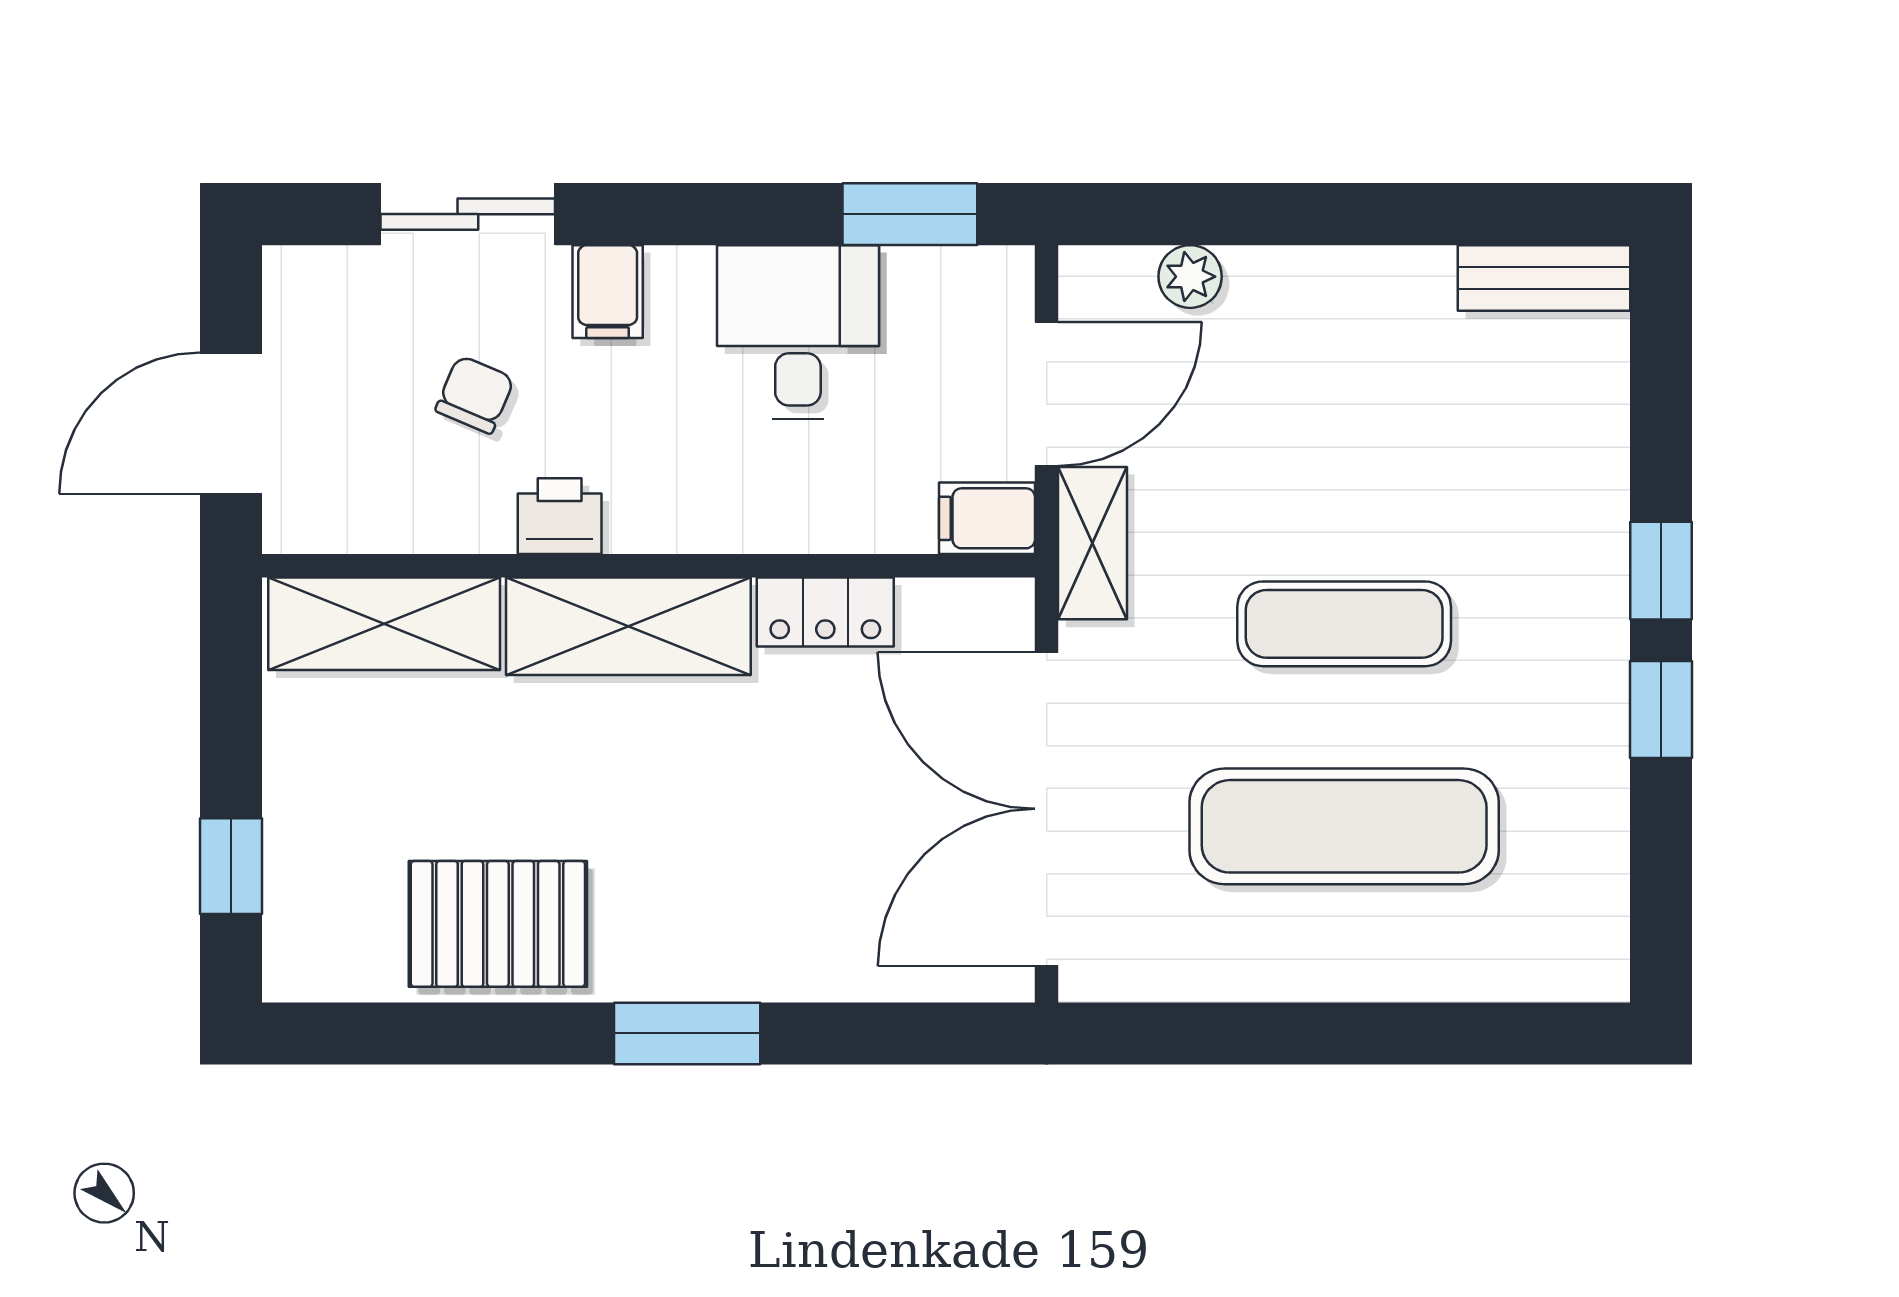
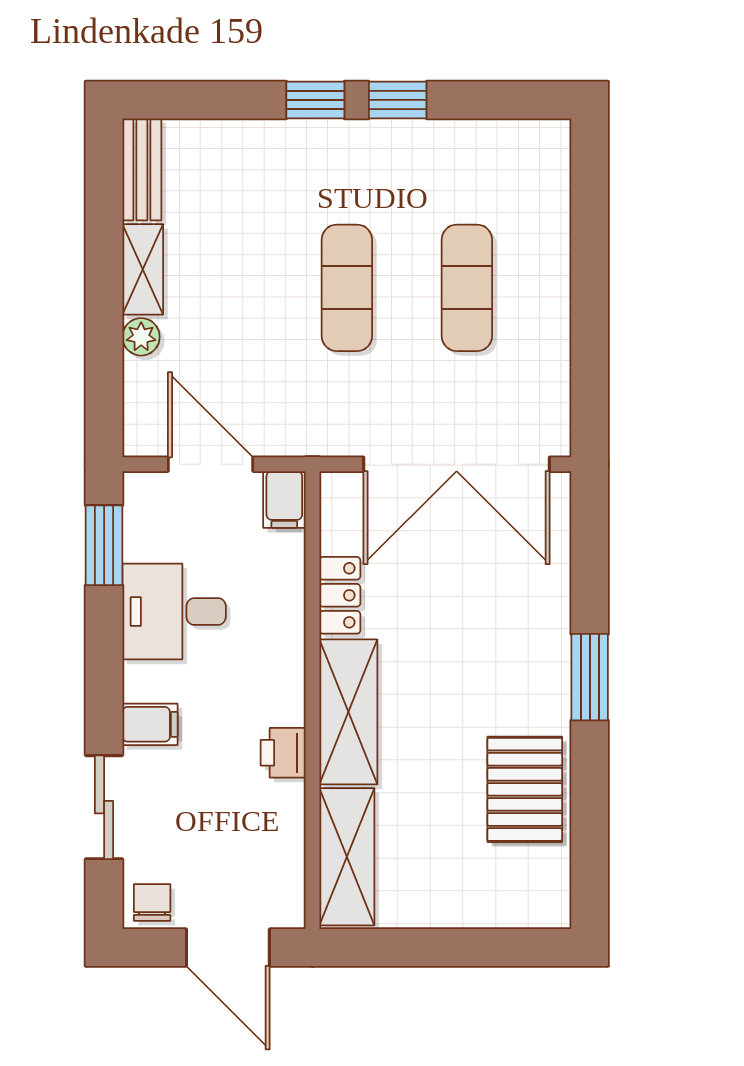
plant: (1190, 277) -> (141, 337), moved
chair: (475, 394) -> (152, 903), moved, turned 67
shelving: (1092, 543) -> (143, 269), moved, turned 90
exercise mat: (1344, 826) -> (467, 288), width x0.73, depth x0.69
window: (231, 866) -> (490, 948), removed

